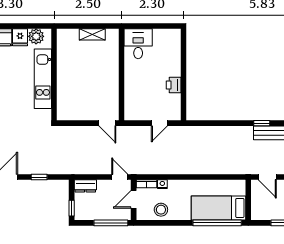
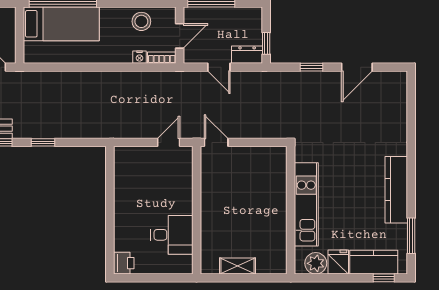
desk: (138, 44) -> (172, 235), moved, turned -90
printer: (174, 85) -> (124, 263), moved
door: (159, 123) -> (169, 142), moved
window: (232, 123) -> (43, 142), added
door: (120, 177) -> (219, 67), moved
window: (72, 208) -> (266, 43), moved

